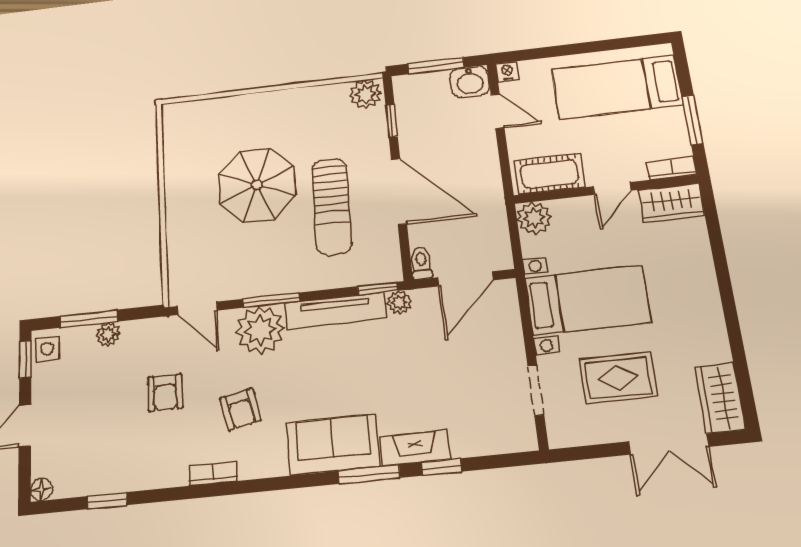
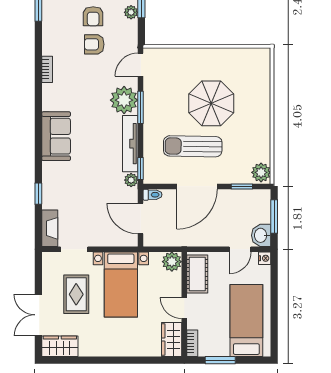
armchair: (241, 409) -> (93, 16), moved, turned -78
fireplace: (415, 448) -> (50, 228), moved
window: (369, 474) -> (38, 154), removed

